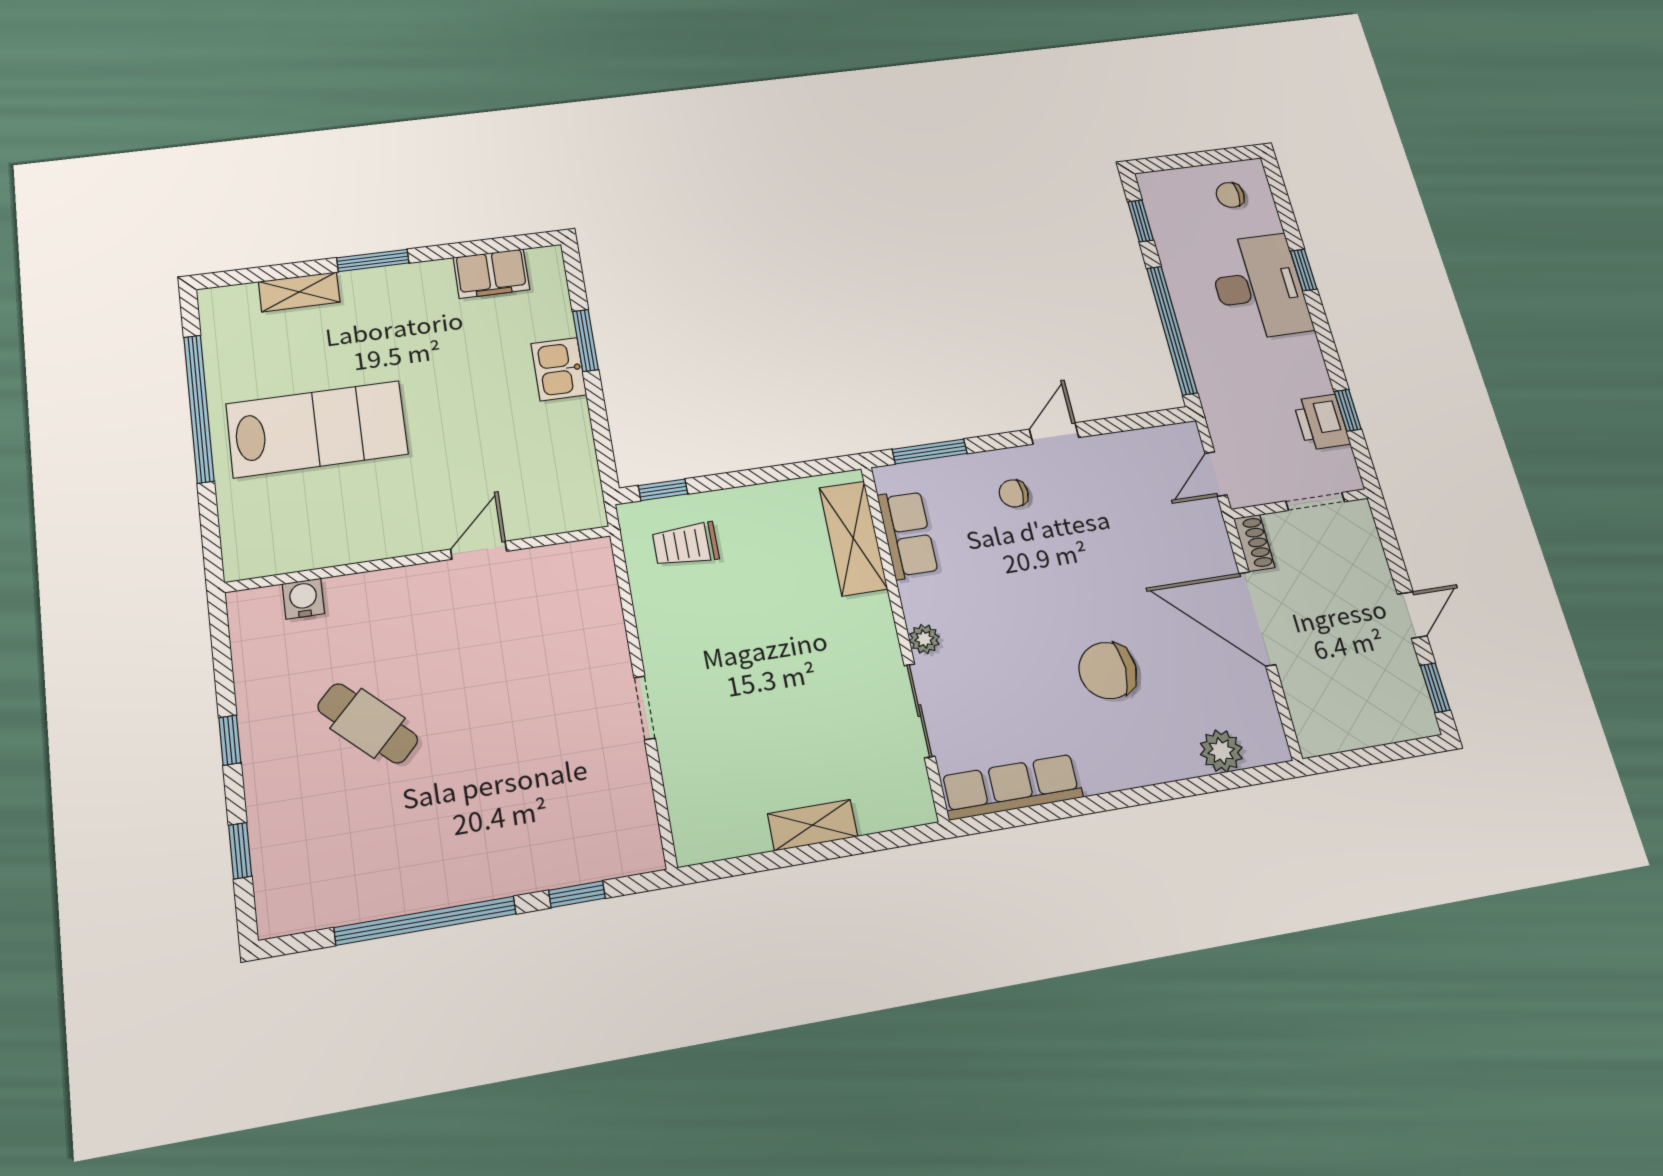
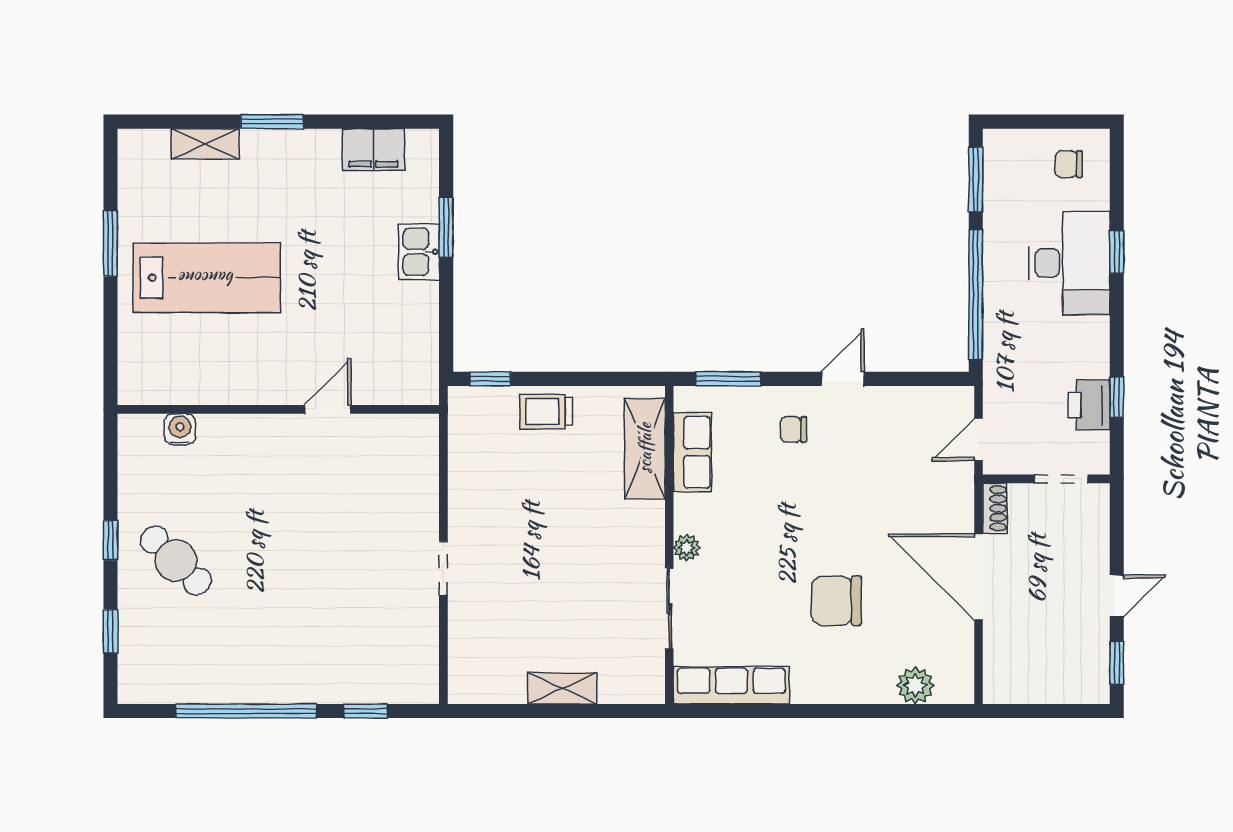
window: (1141, 221) -> (976, 179), width x1.50
window: (199, 408) -> (110, 244), width x0.47
trolley: (686, 544) -> (546, 412), moved
cafe table: (368, 723) -> (176, 561), moved

